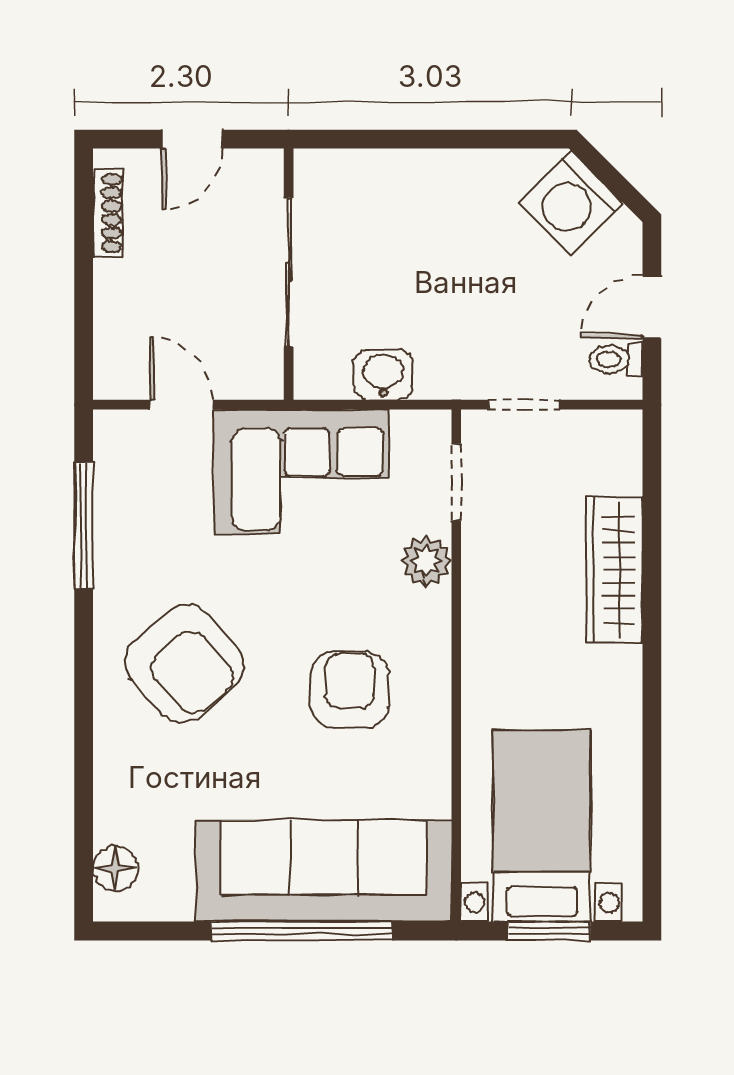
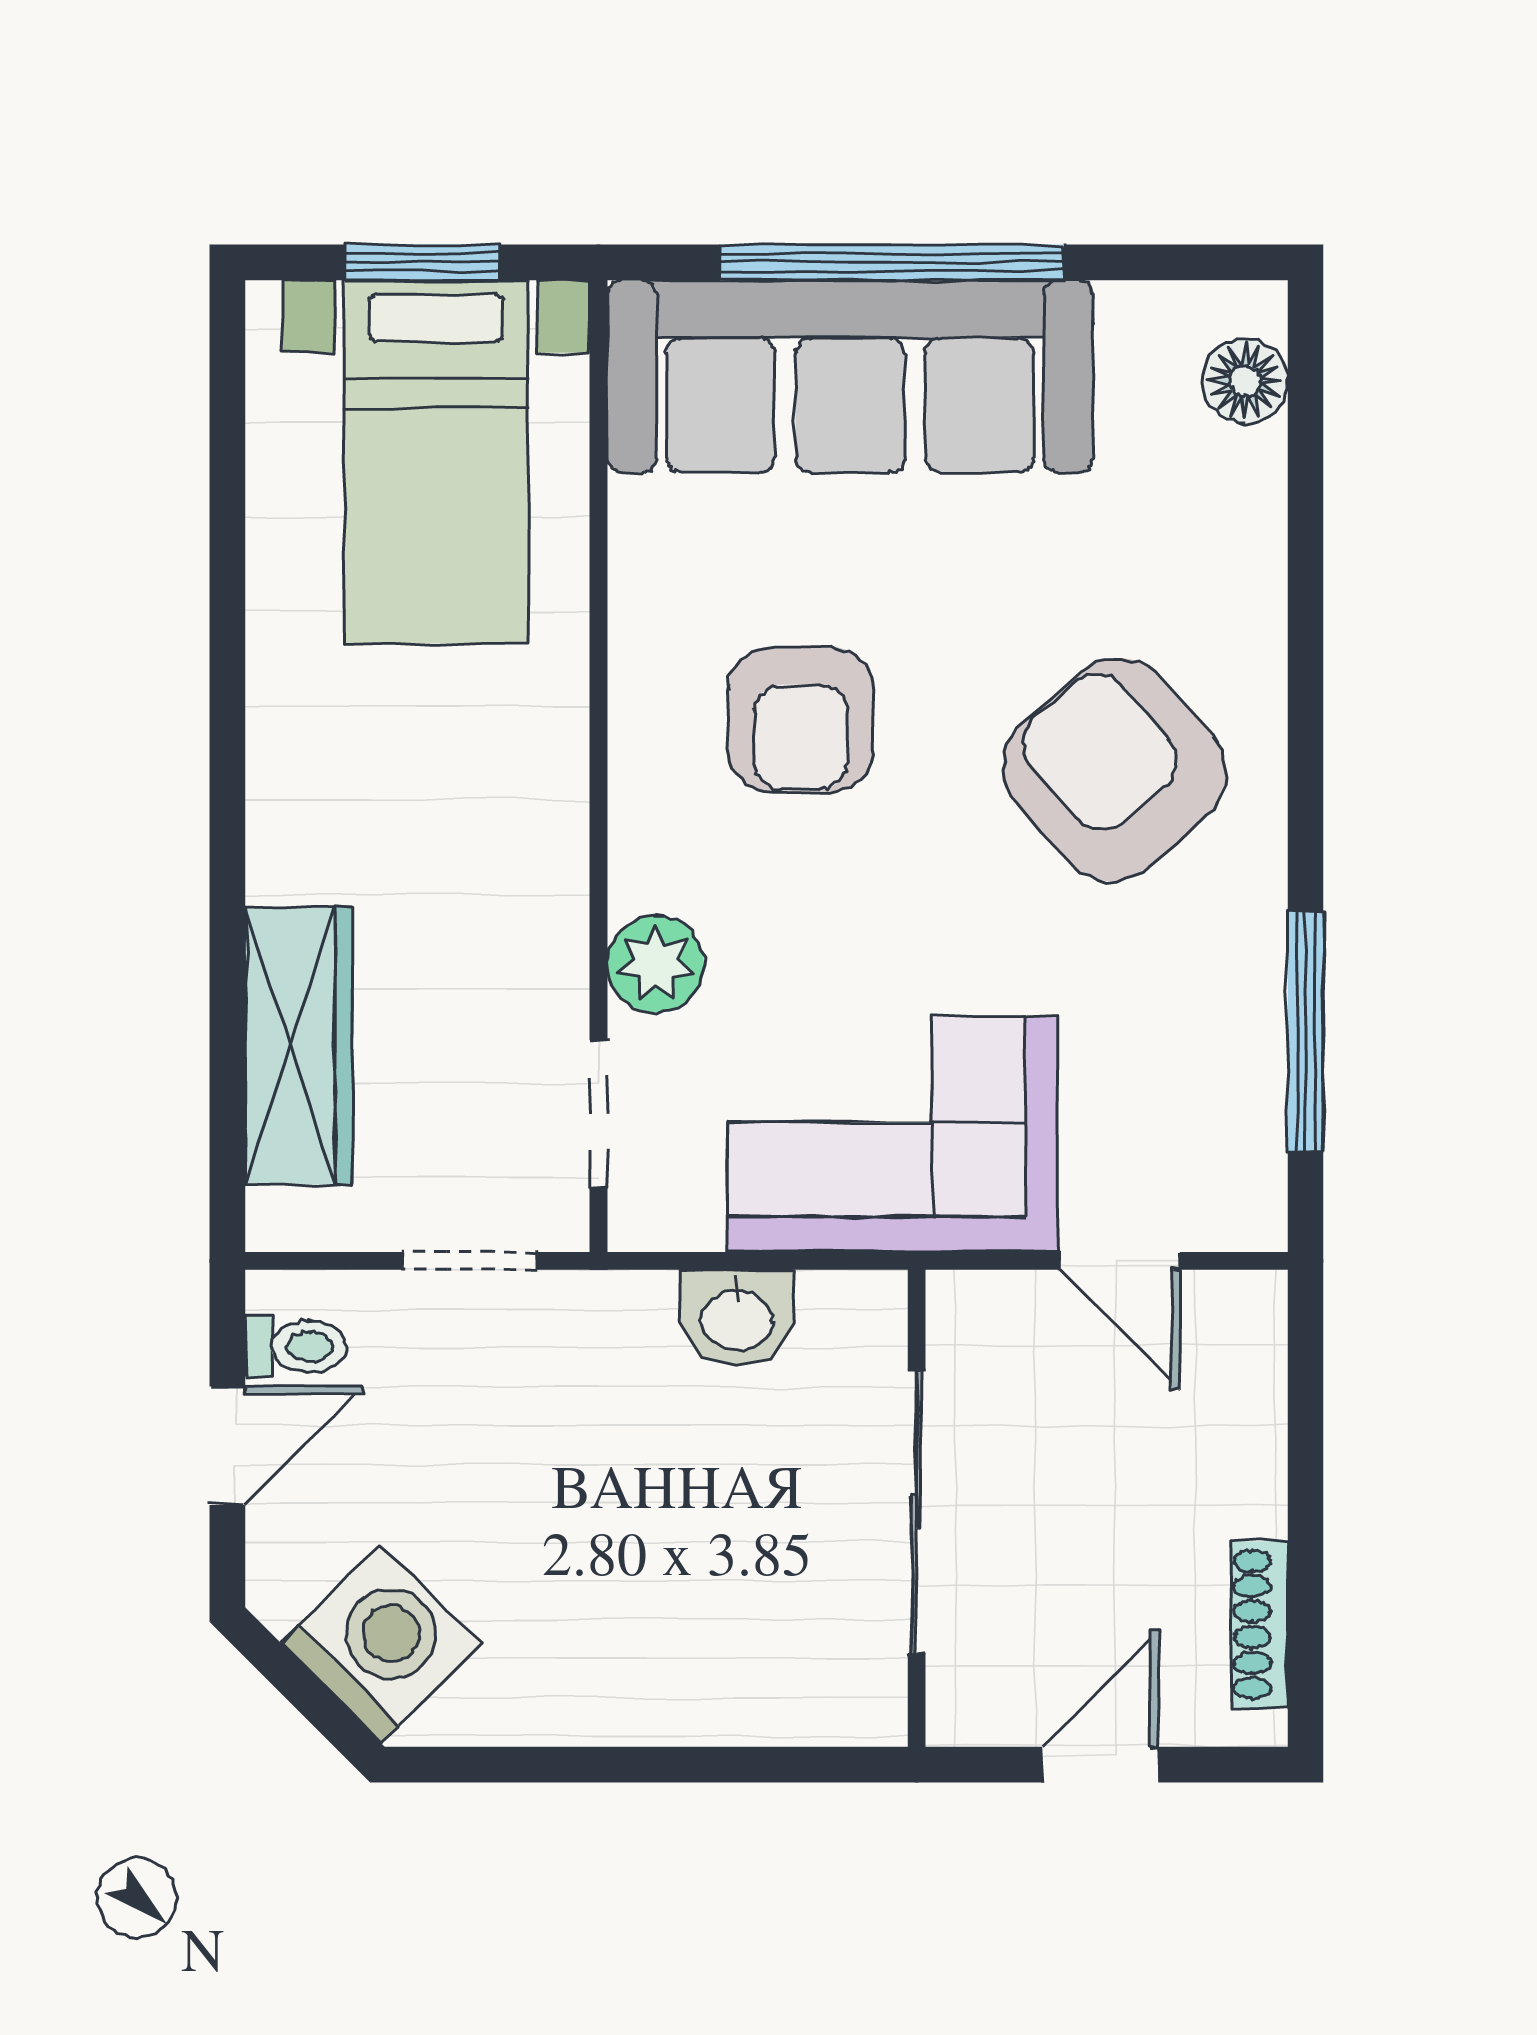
wardrobe: (614, 570) -> (299, 1046), moved

